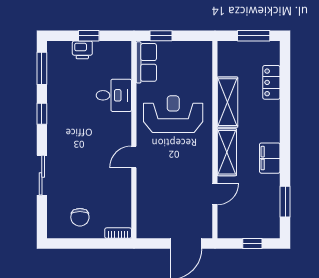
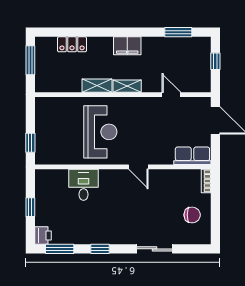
printer: (82, 50) -> (43, 235), moved
row of seats: (146, 62) -> (192, 156), moved
shelving: (228, 102) -> (97, 86), width x0.67, depth x0.75
reception desk: (173, 114) -> (100, 132), turned 180
shelving: (227, 152) -> (127, 86), width x0.67, depth x0.75
filing cabinet: (270, 158) -> (127, 46), moved

